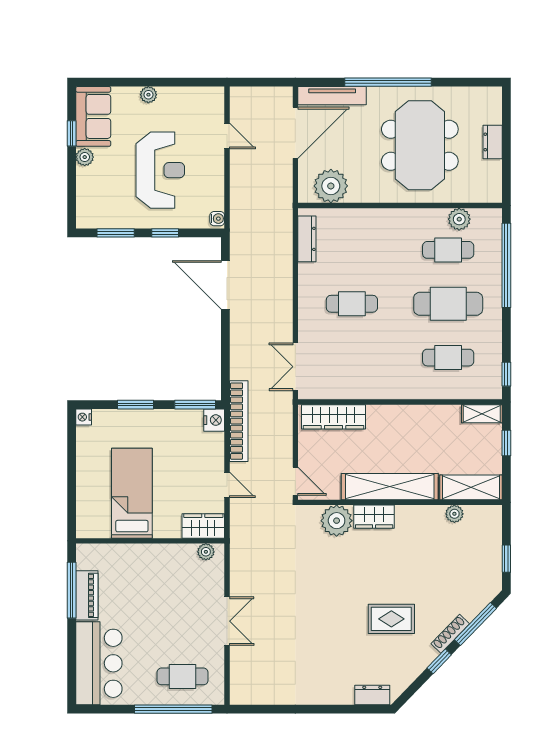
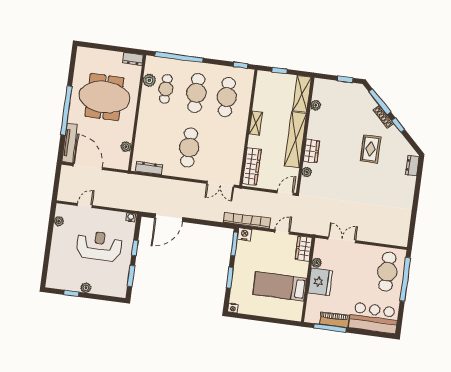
plant: (148, 95) -> (59, 221), moved
sofa: (93, 116) -> (63, 280), removed
dresser: (493, 142) -> (133, 59), moved
plant: (331, 186) -> (126, 147), width x0.53, depth x0.53
cafe table: (352, 304) -> (189, 147), width x1.37, depth x1.35
cafe table: (448, 358) -> (227, 97), width x1.37, depth x1.35
shelving: (482, 414) -> (256, 123), moved
plant: (337, 521) -> (307, 172), width x0.53, depth x0.53
plant: (206, 552) -> (317, 263), moved
fridge: (149, 562) -> (320, 282), added
double door: (227, 621) -> (342, 240), moved
cafe table: (182, 676) -> (387, 272), width x1.37, depth x1.35

